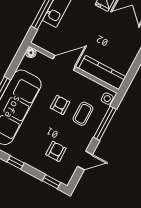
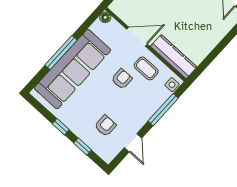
coffee table: (83, 114) -> (146, 68), moved, turned 90
door: (85, 161) -> (133, 143), hinge flipped
window: (52, 182) -> (83, 146), moved

